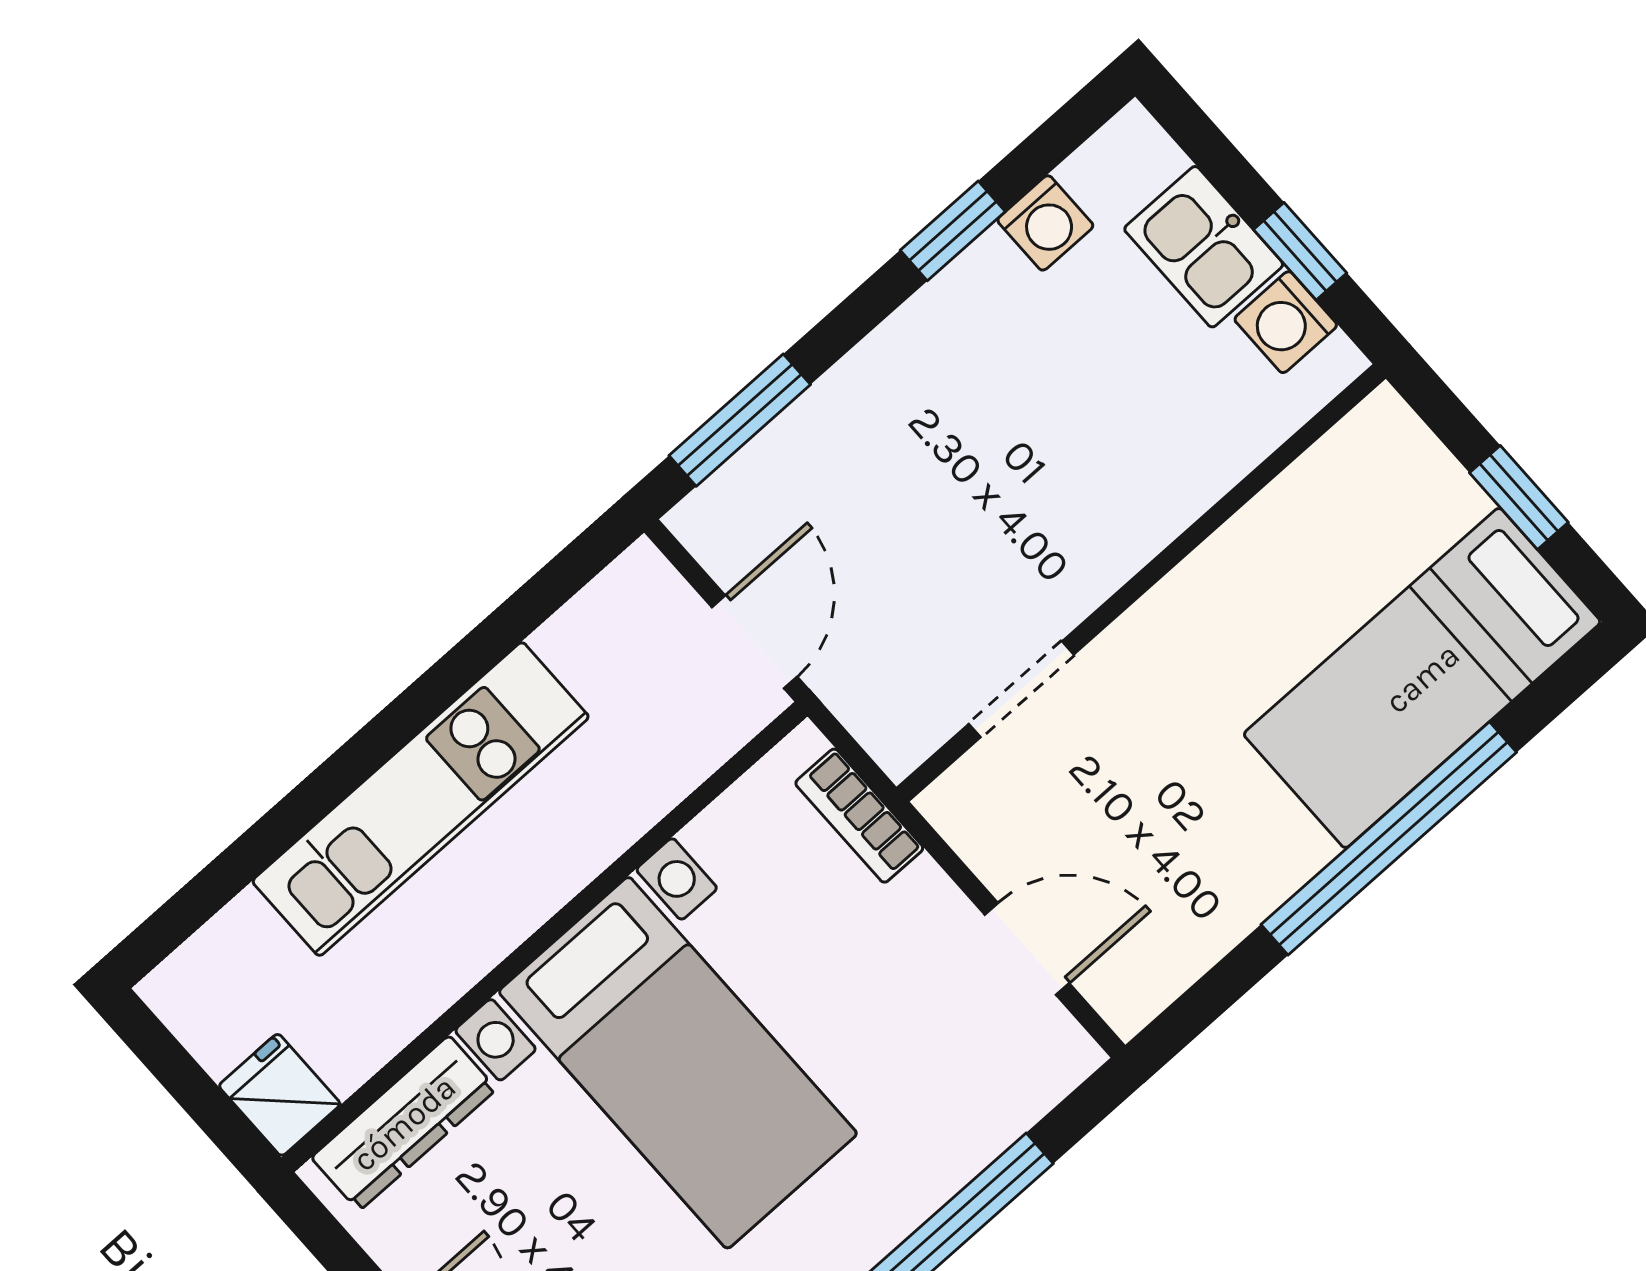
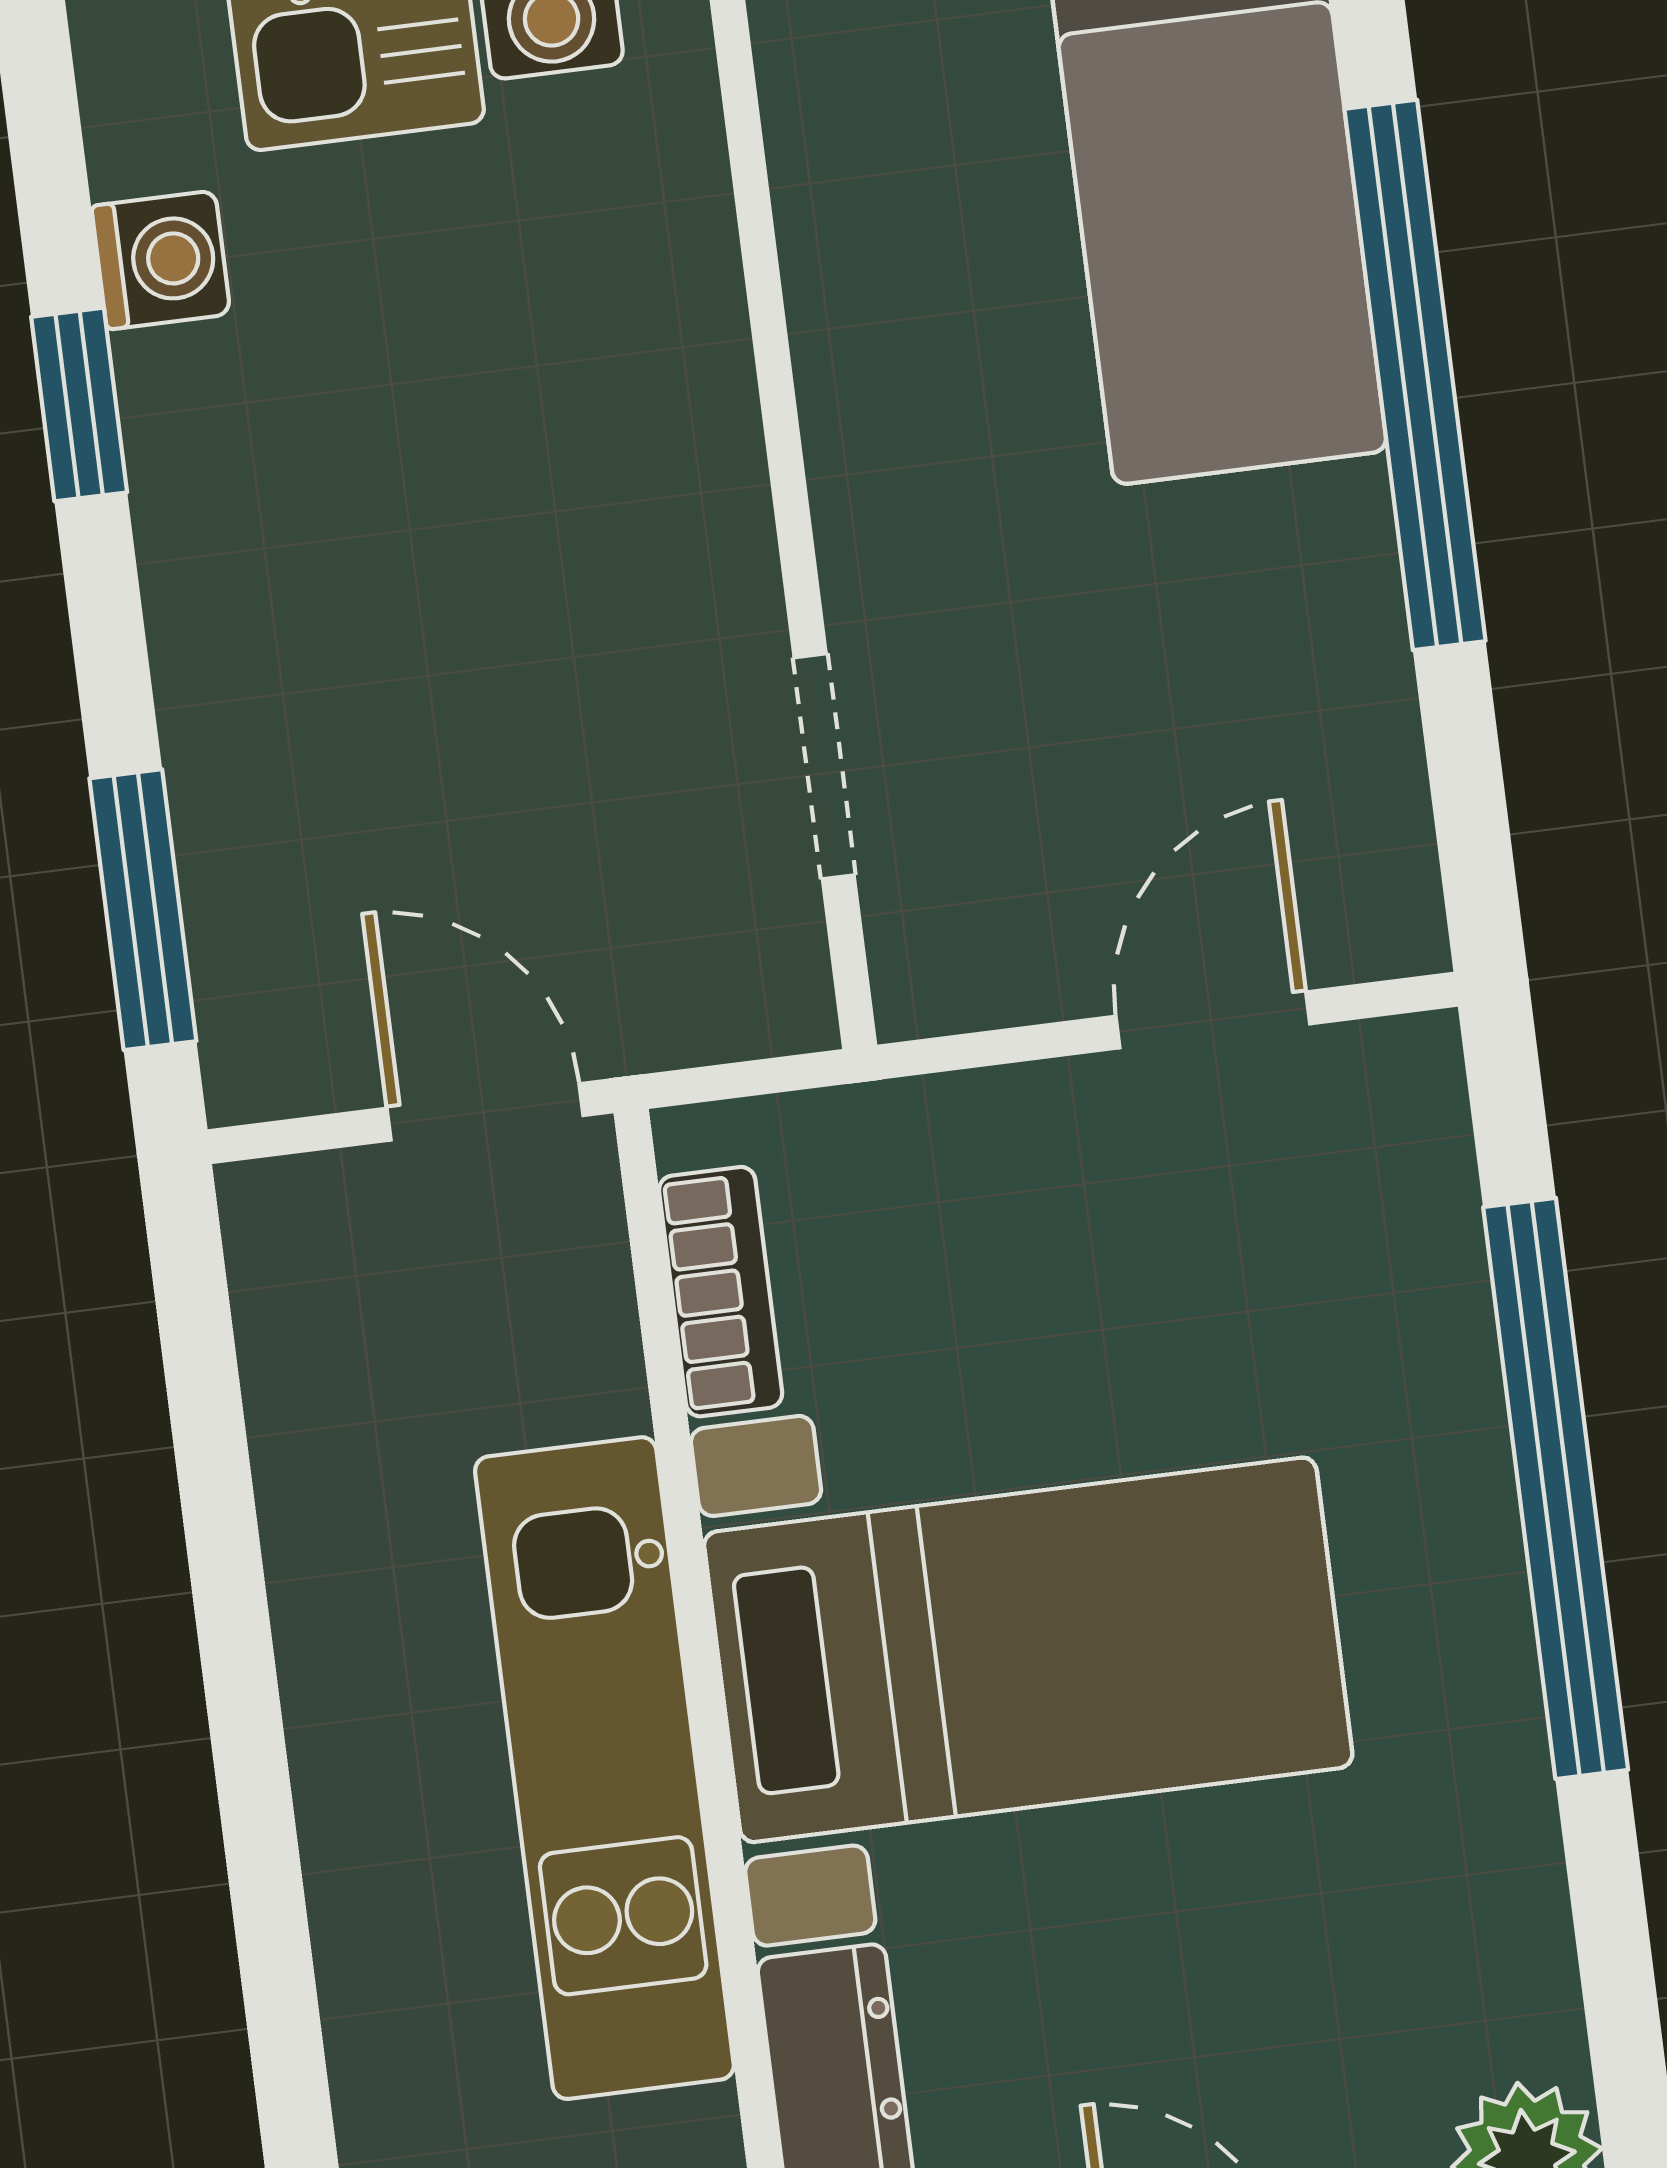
kitchen unit: (421, 799) -> (604, 1768), moved, turned 180
bookcase: (859, 816) -> (721, 1292), moved, turned -90

